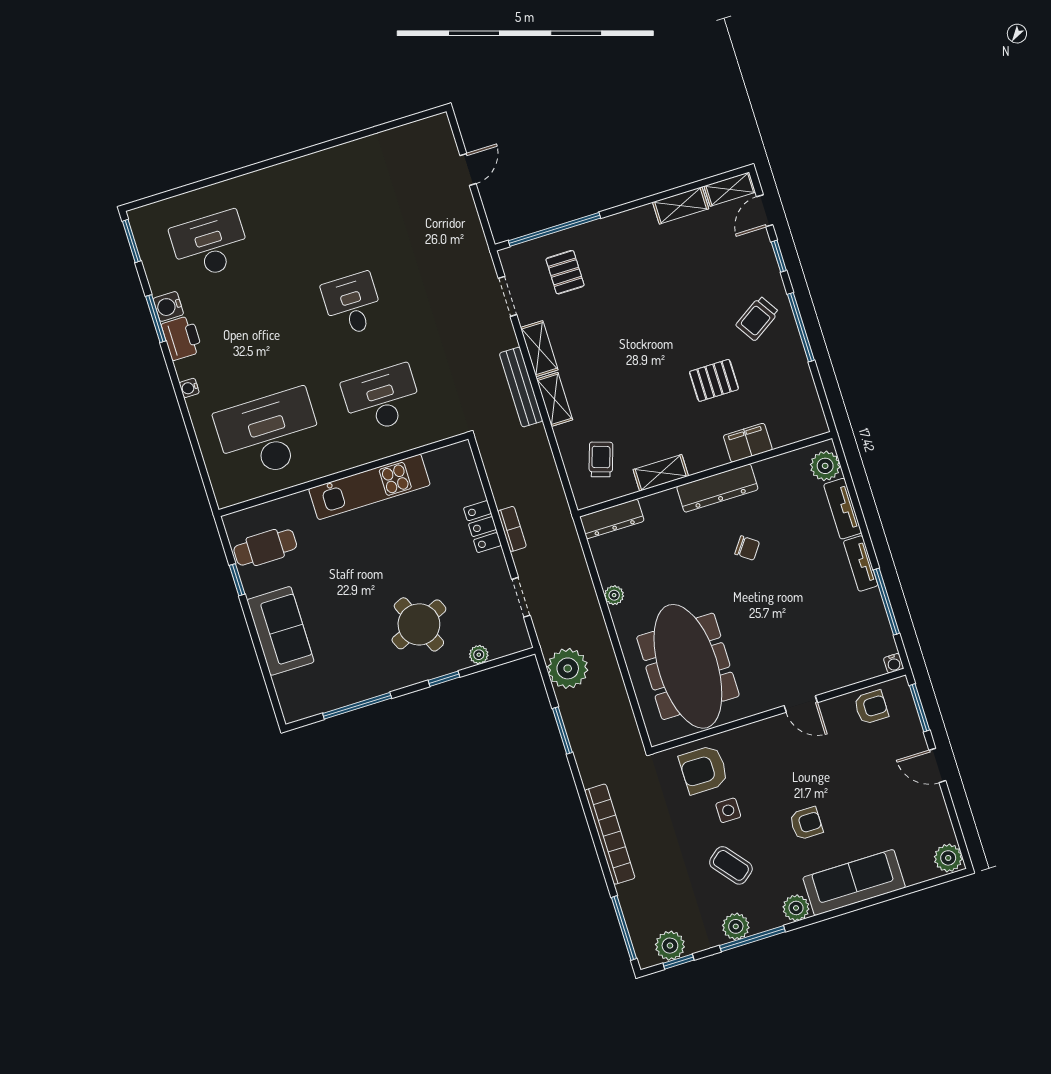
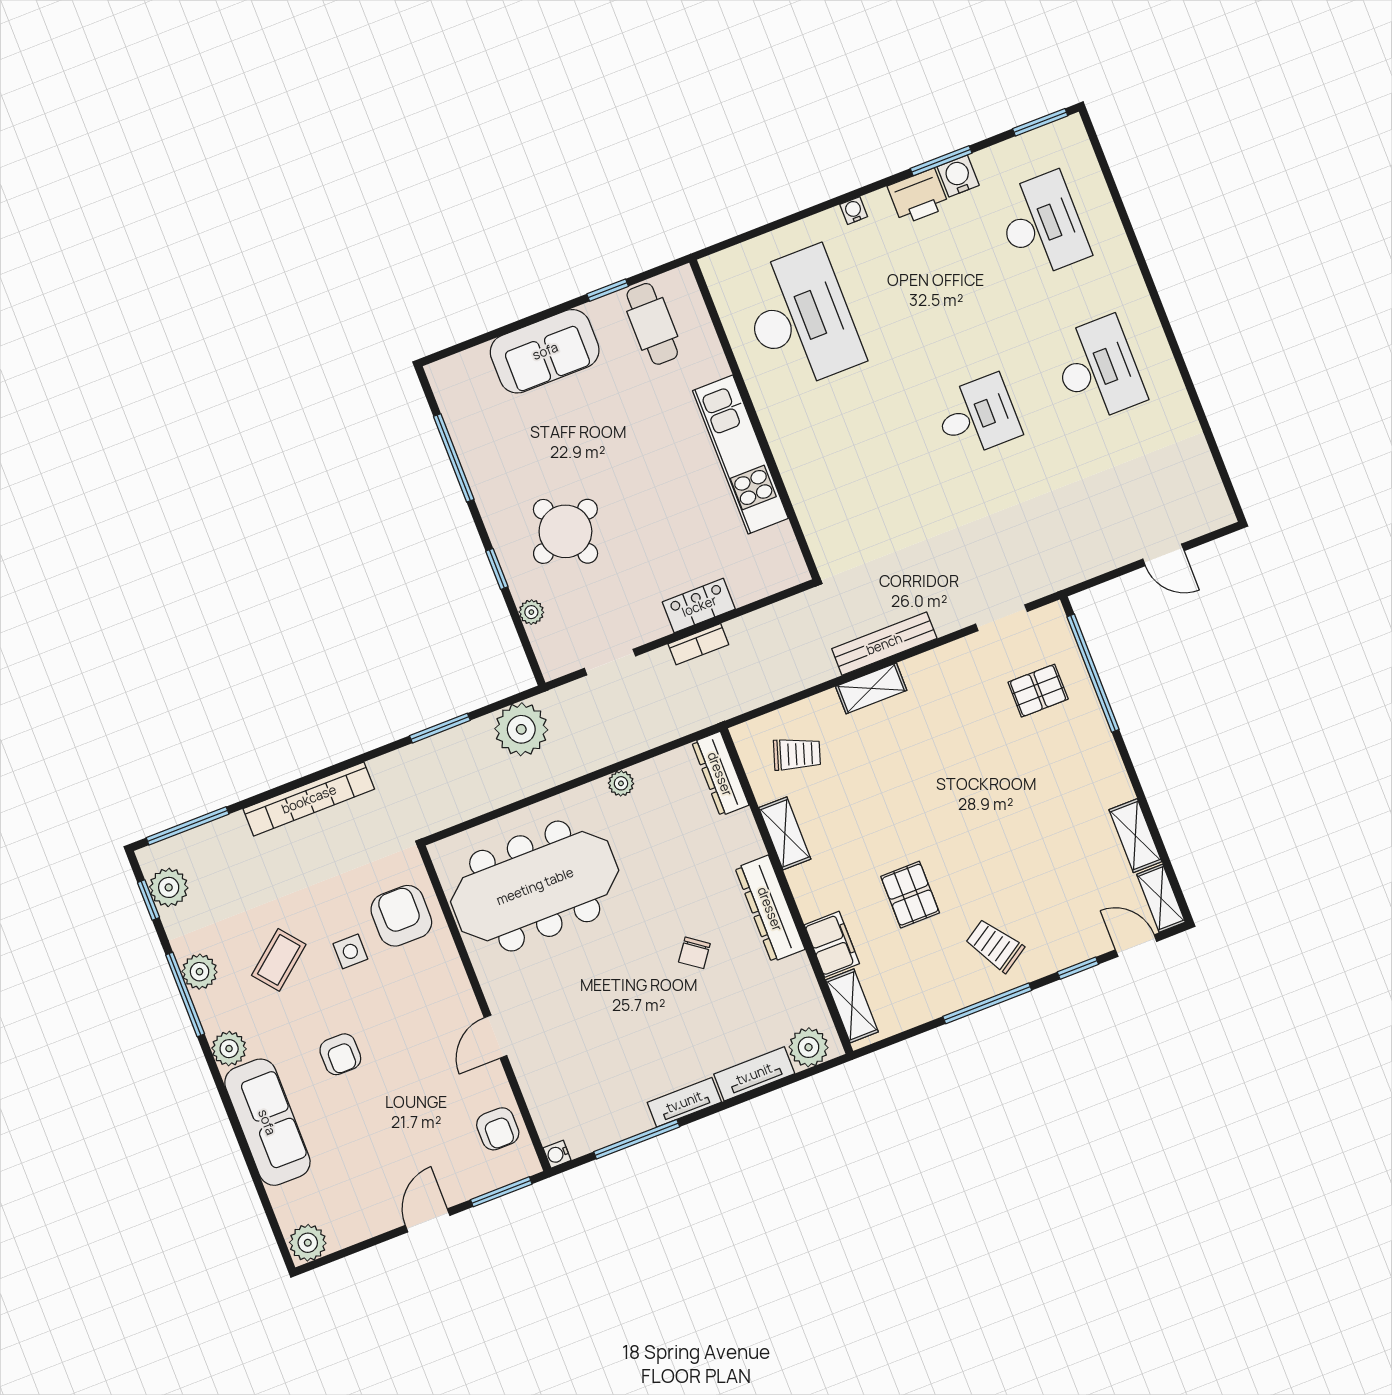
shelving: (539, 349) -> (852, 1006), moved, turned 90
desk: (382, 399) -> (1098, 369), moved

